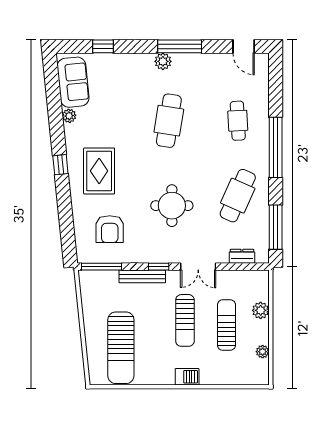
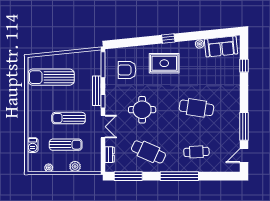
window: (180, 46) -> (244, 126), moved
plant: (163, 61) -> (234, 104), removed
double door: (198, 267) -> (103, 127), swing flipped
barbecue: (187, 377) -> (33, 145), moved

